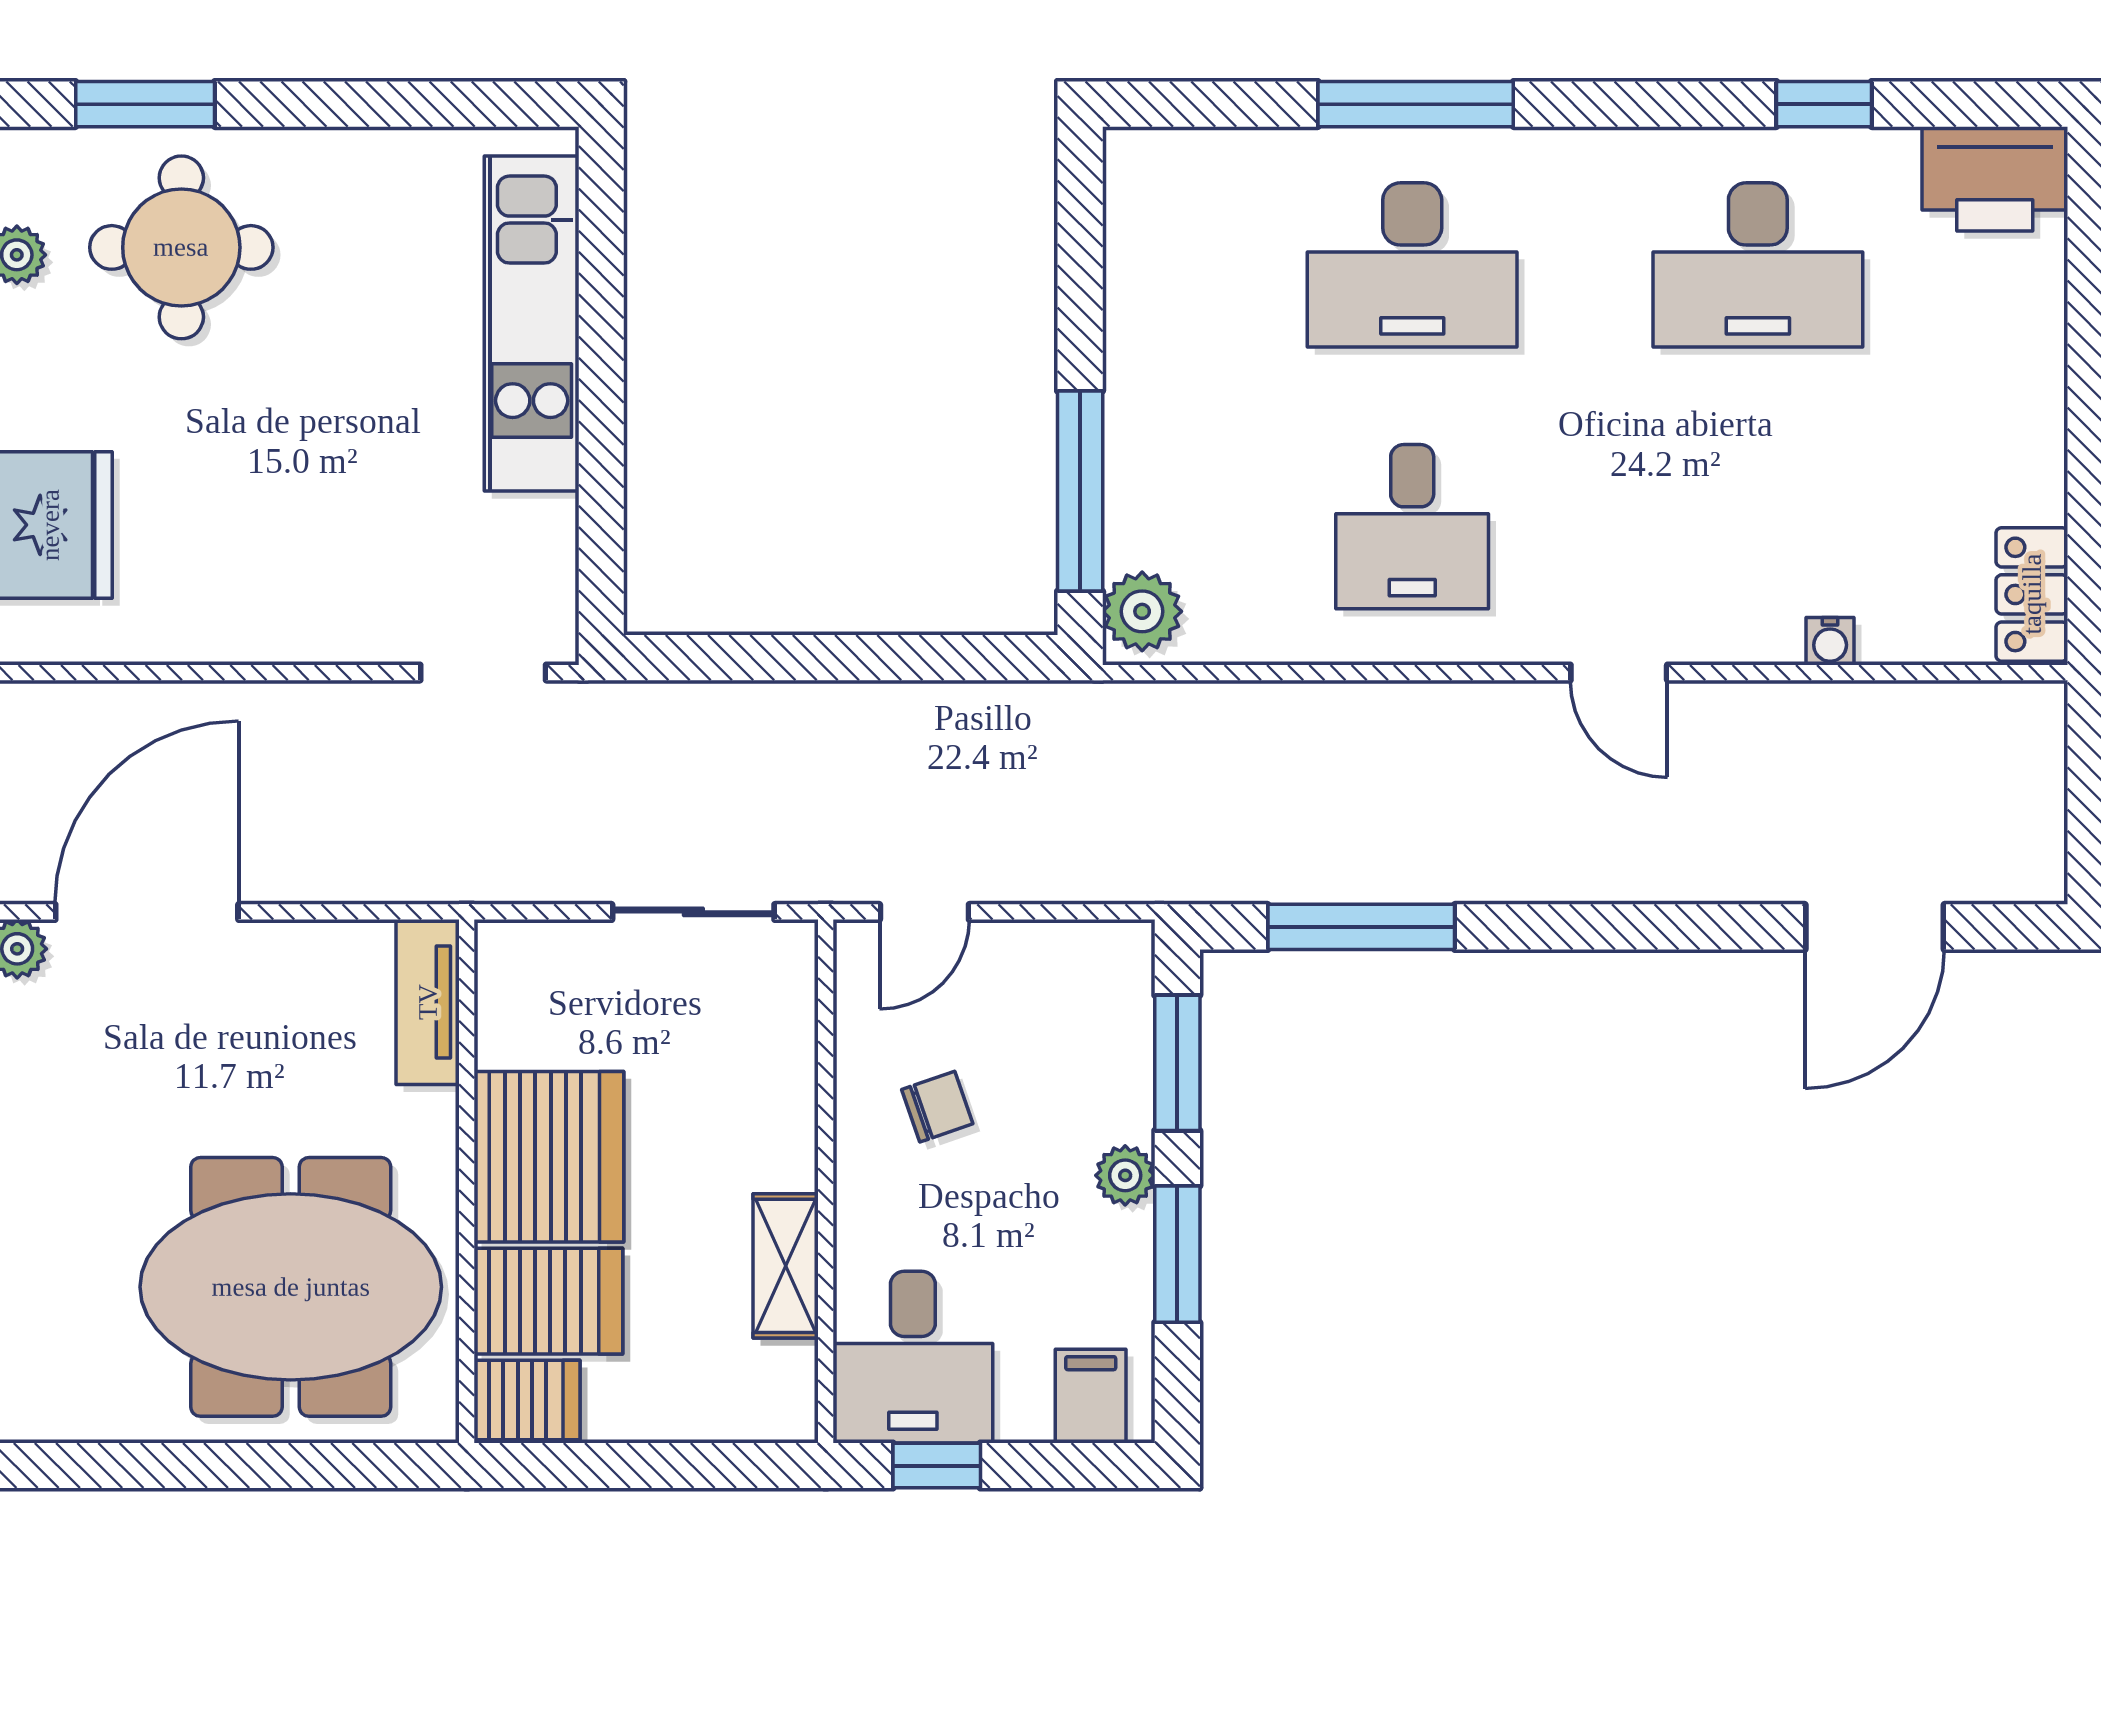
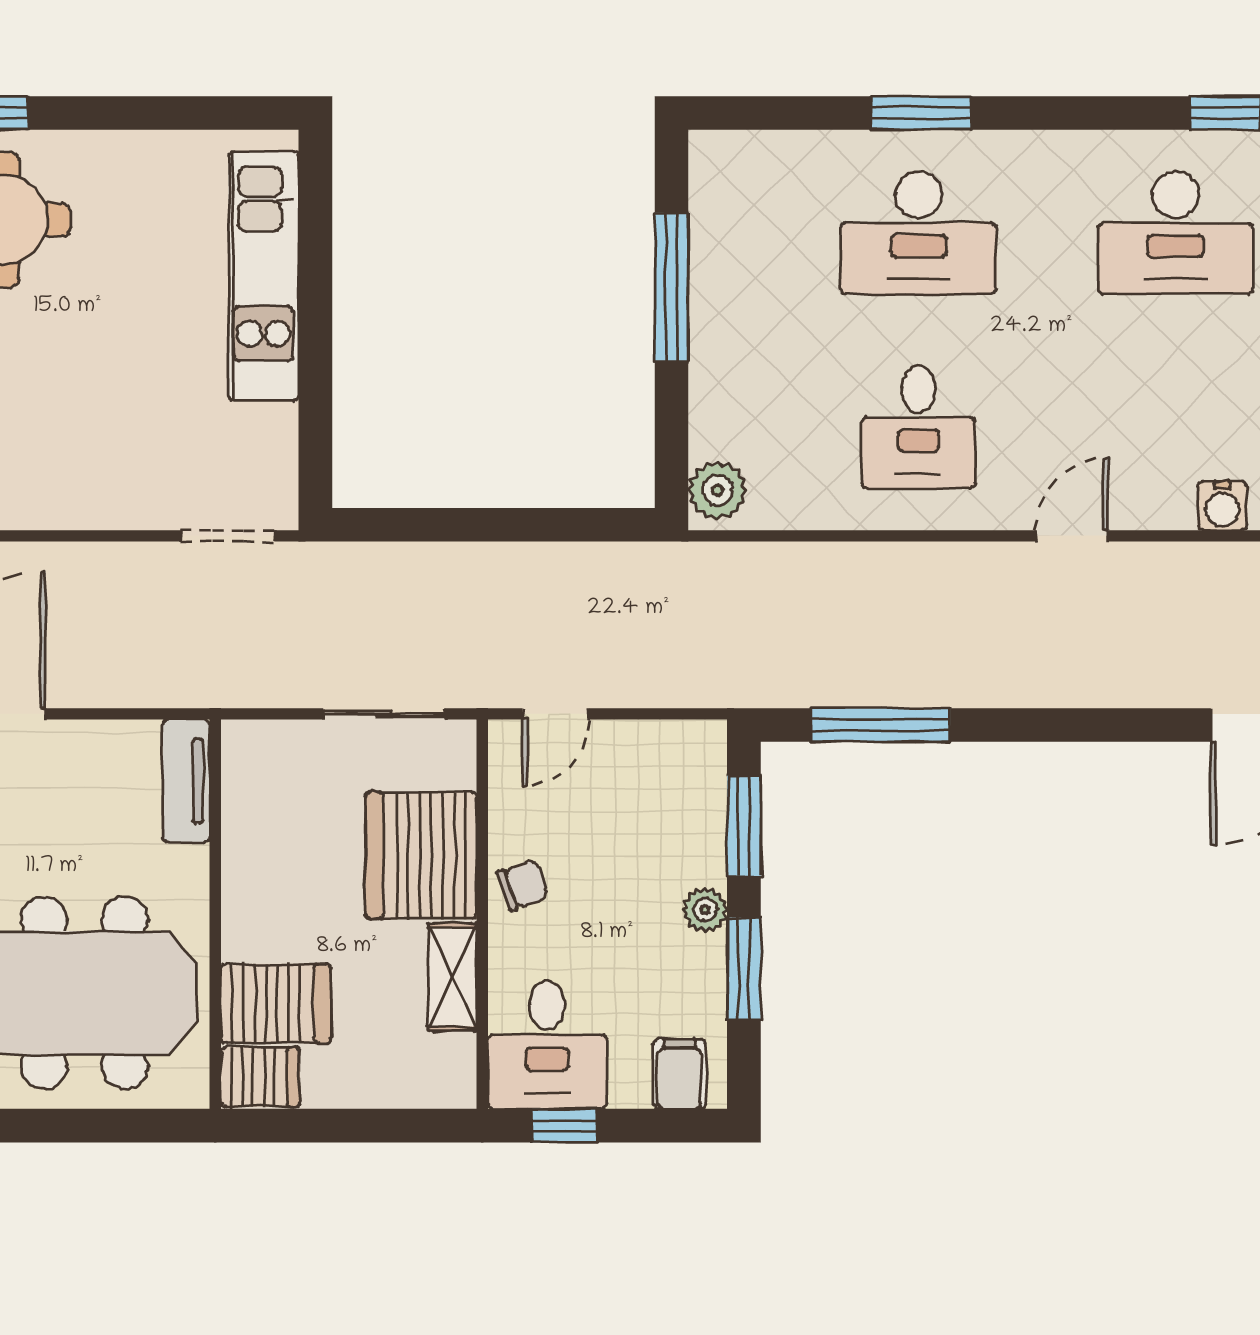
window: (1416, 104) -> (921, 113), width x0.69
window: (1080, 491) -> (671, 287), moved
water cooler: (1830, 641) -> (1223, 506), width x1.38, depth x1.38
door: (1619, 673) -> (1072, 536), swing flipped
chair: (937, 1107) -> (523, 885), moved
server rack: (549, 1157) -> (421, 855), moved, turned 180

